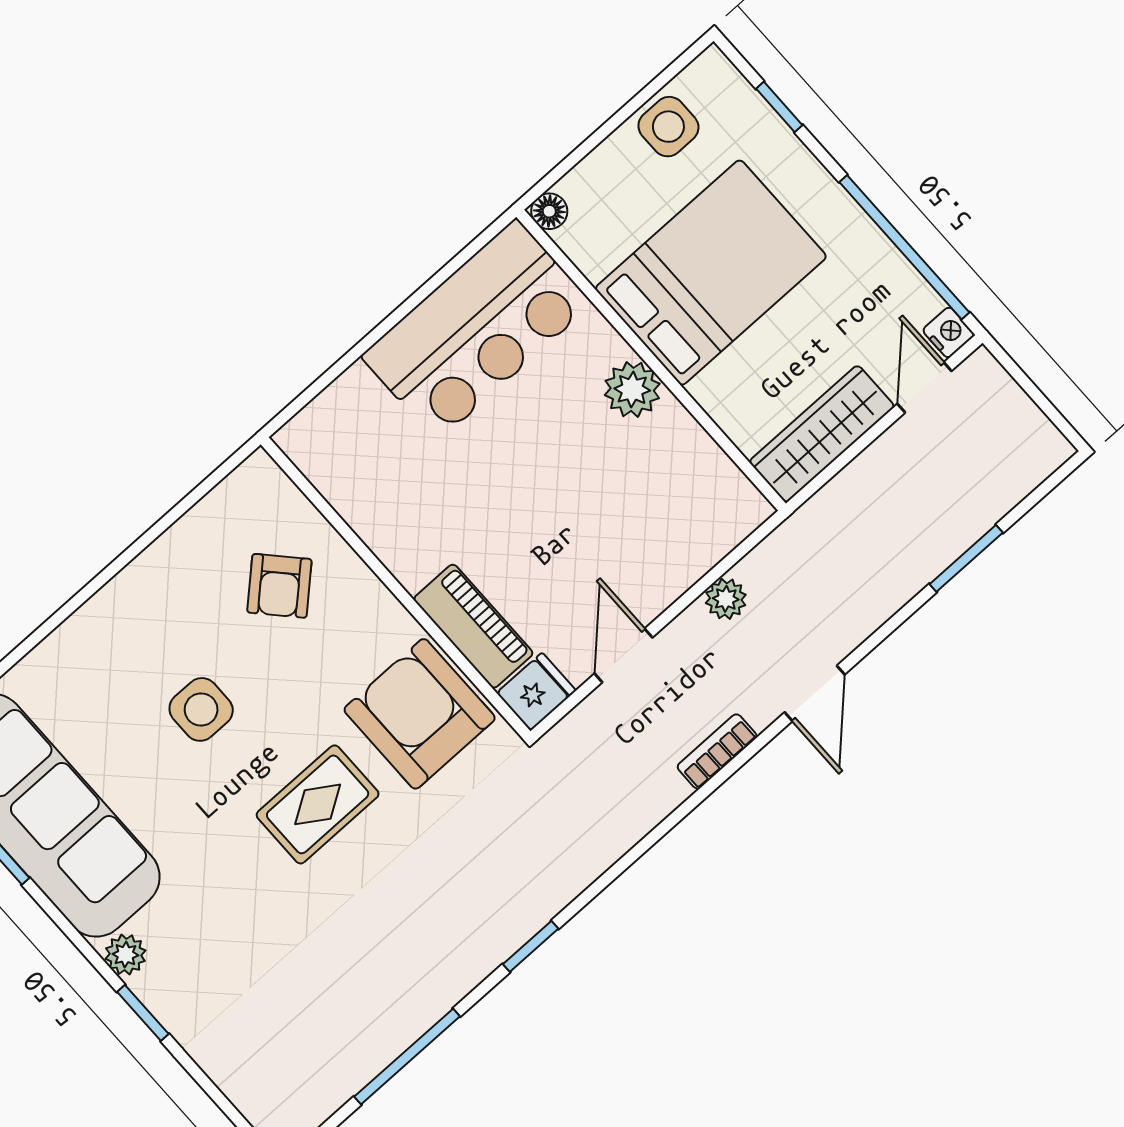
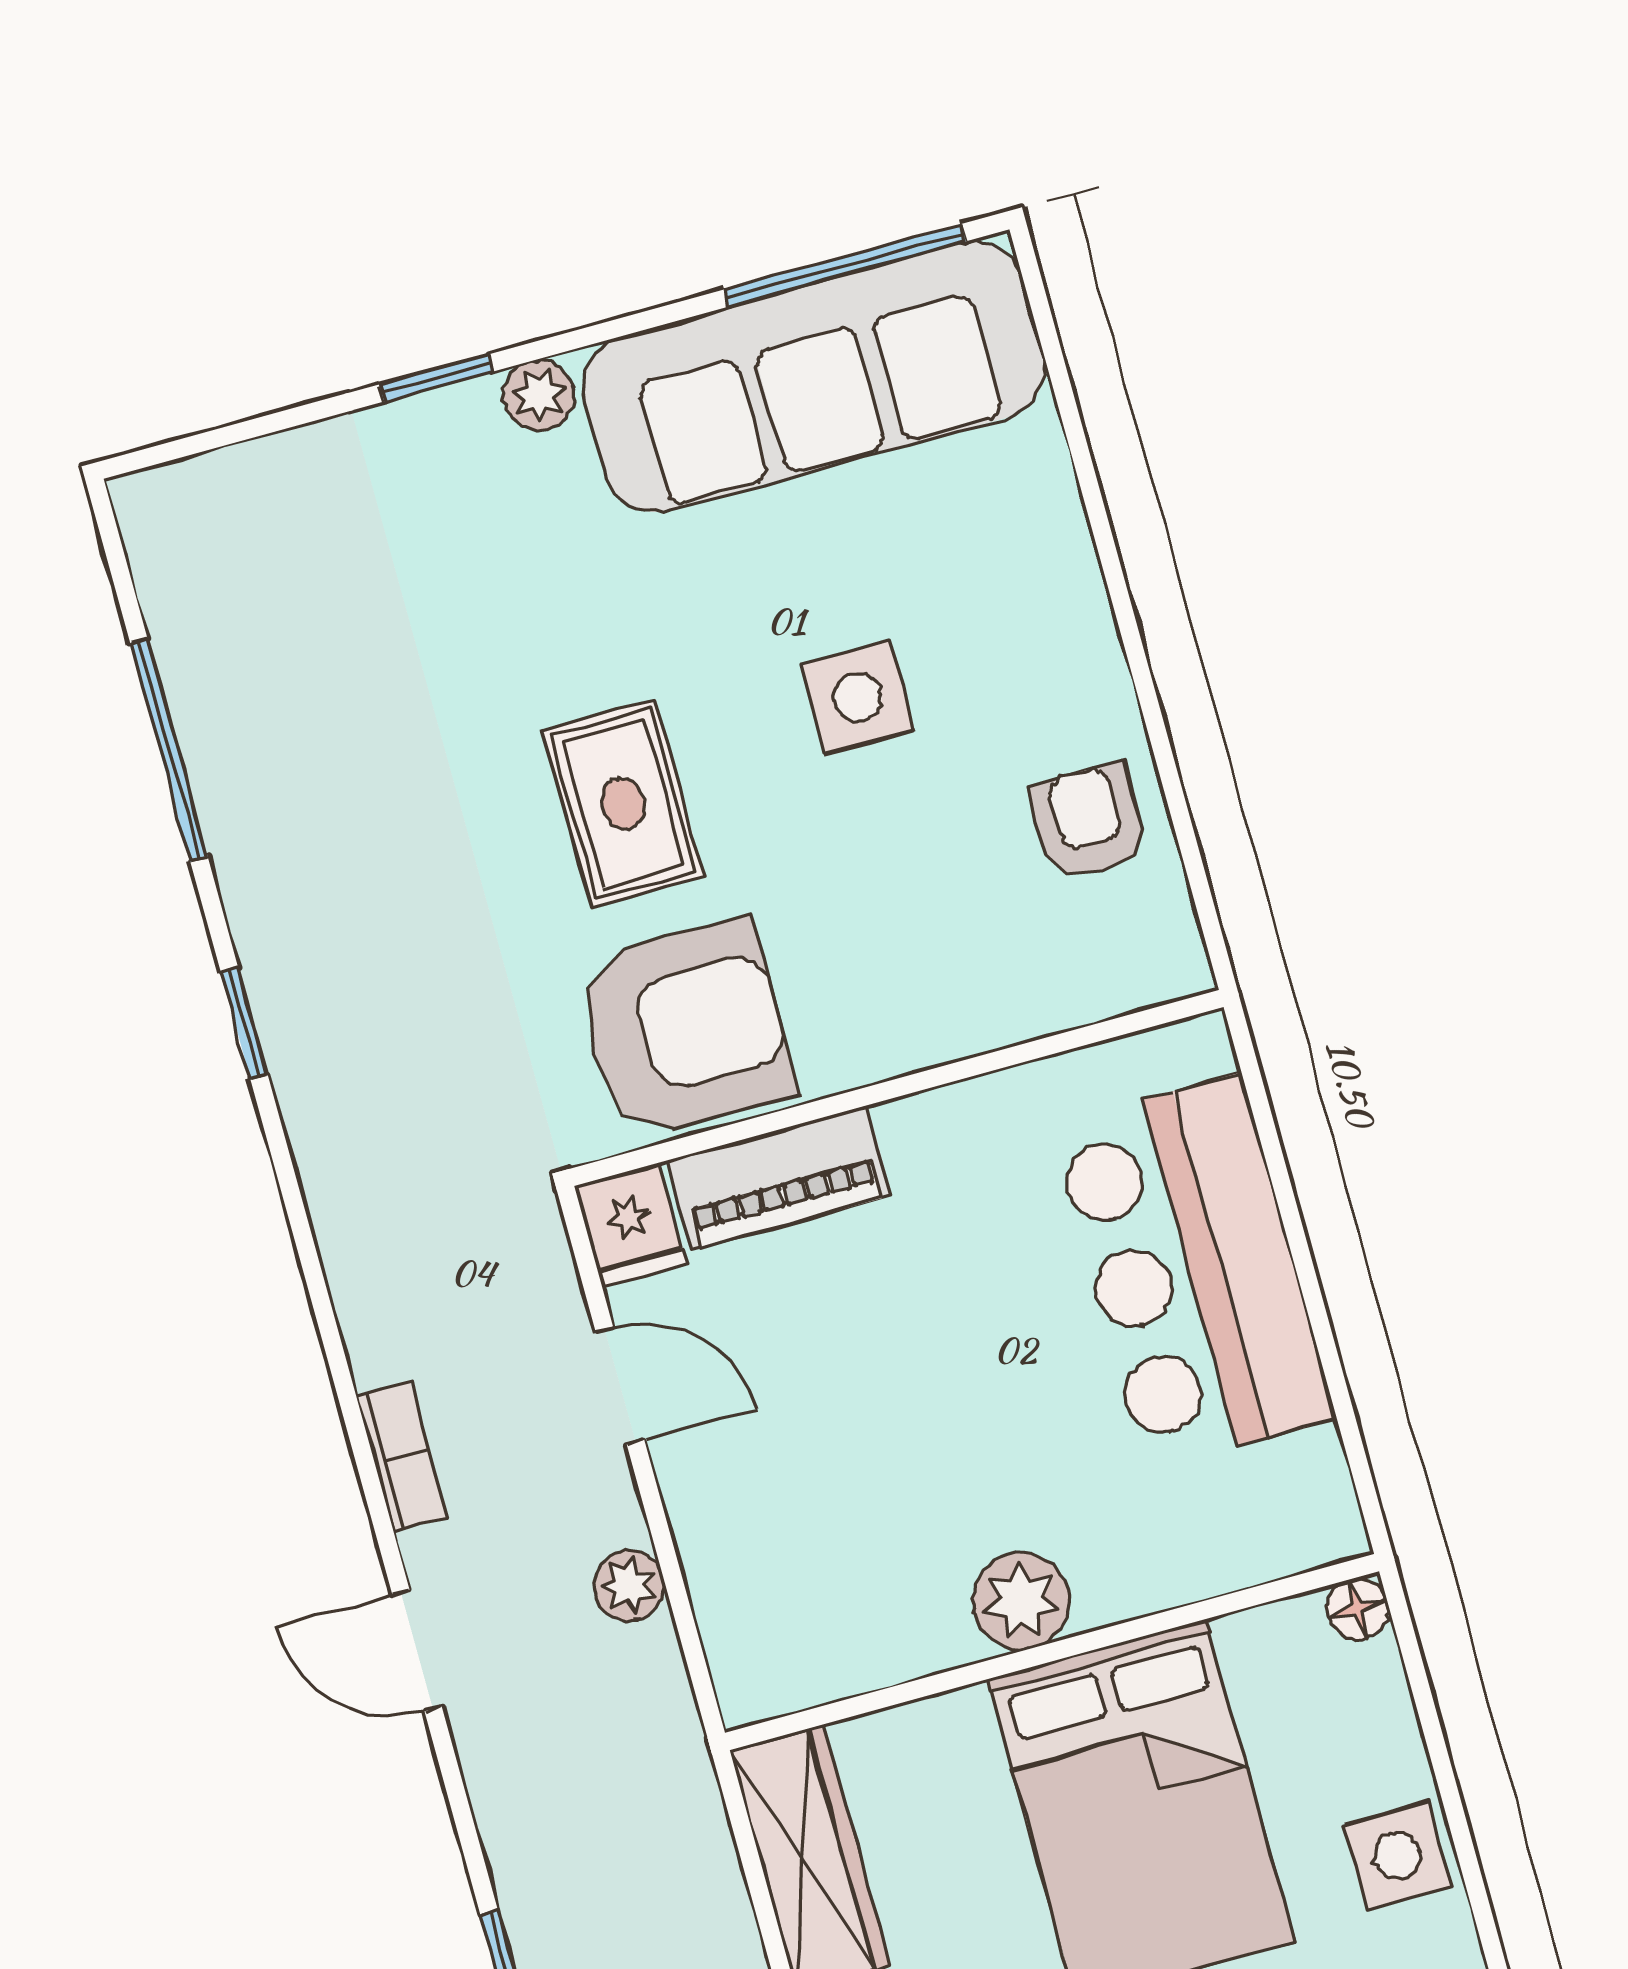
bar counter: (477, 330) -> (1193, 1272), moved
armchair: (279, 586) -> (1089, 822), moved, turned 43

